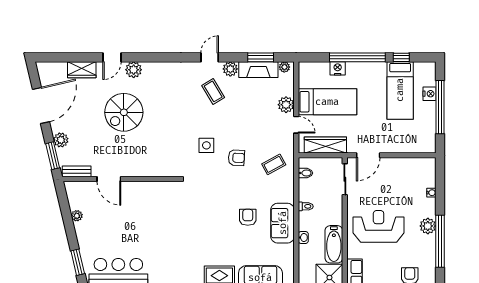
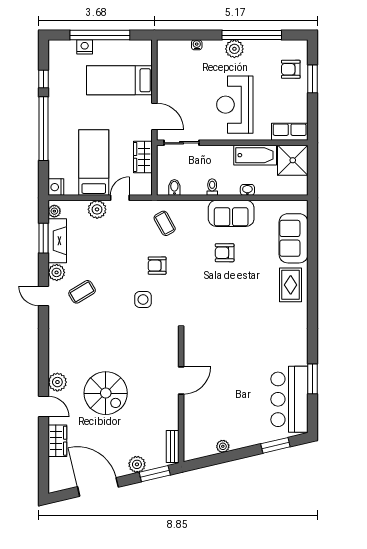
nightstand: (338, 68) -> (56, 187), moved
bed: (400, 90) -> (119, 80), moved, turned 180
wardrobe: (325, 145) -> (143, 157), width x0.67
armchair: (236, 158) -> (157, 266), turned -93
door: (109, 179) -> (181, 380), moved

